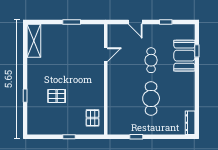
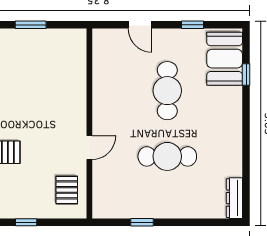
door: (106, 55) -> (89, 148), moved
booth: (184, 56) -> (225, 59), moved
cafe table: (151, 60) -> (167, 91), width x1.37, depth x1.35
cafe table: (151, 98) -> (167, 156), turned 90

